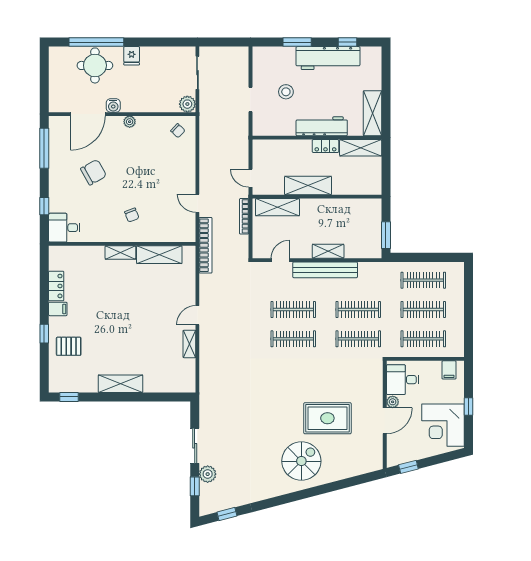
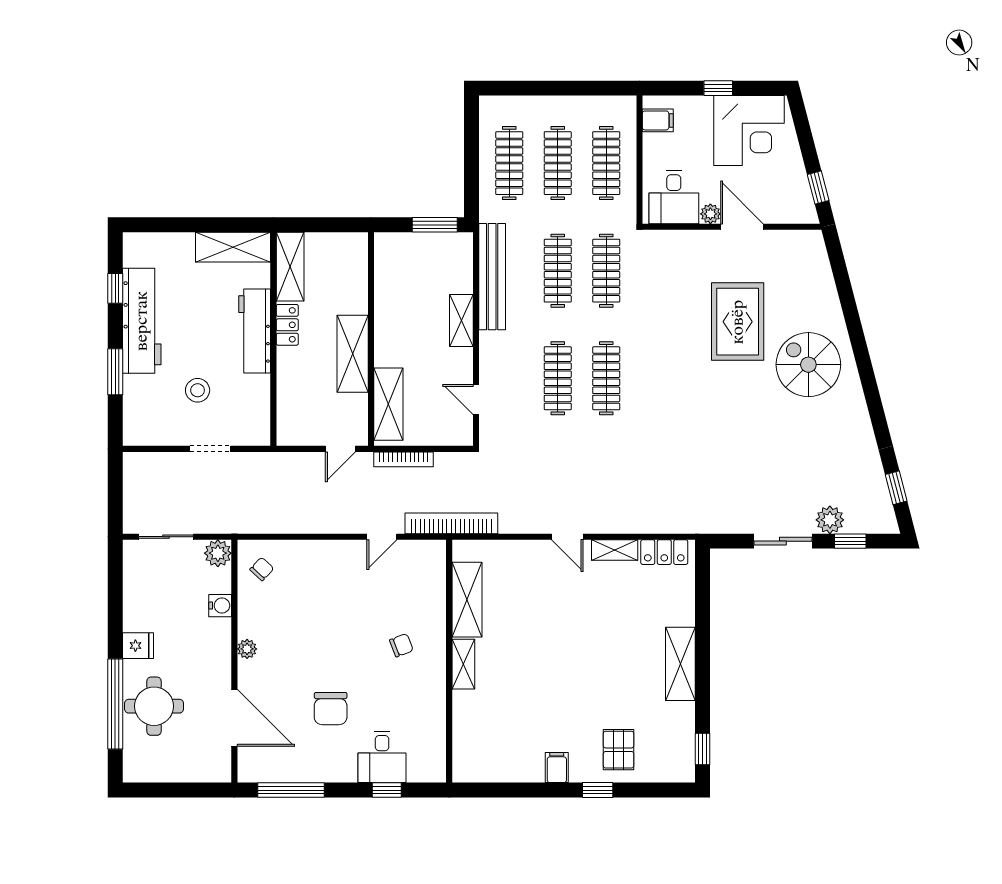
water cooler: (113, 105) -> (220, 606), moved
chair: (94, 172) -> (331, 709), turned -151
desk: (64, 228) -> (382, 757), moved
bench: (325, 270) -> (492, 277), moved
locker: (56, 286) -> (664, 552), moved, turned 180

